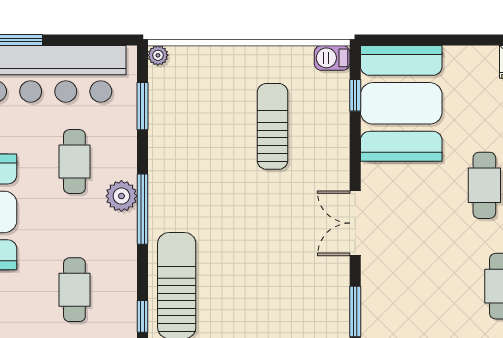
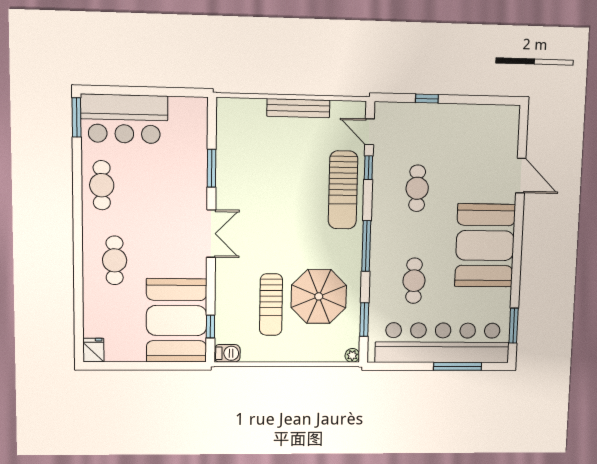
parasol: (207, 138) -> (319, 296), added
plant: (121, 196) -> (381, 256), removed

